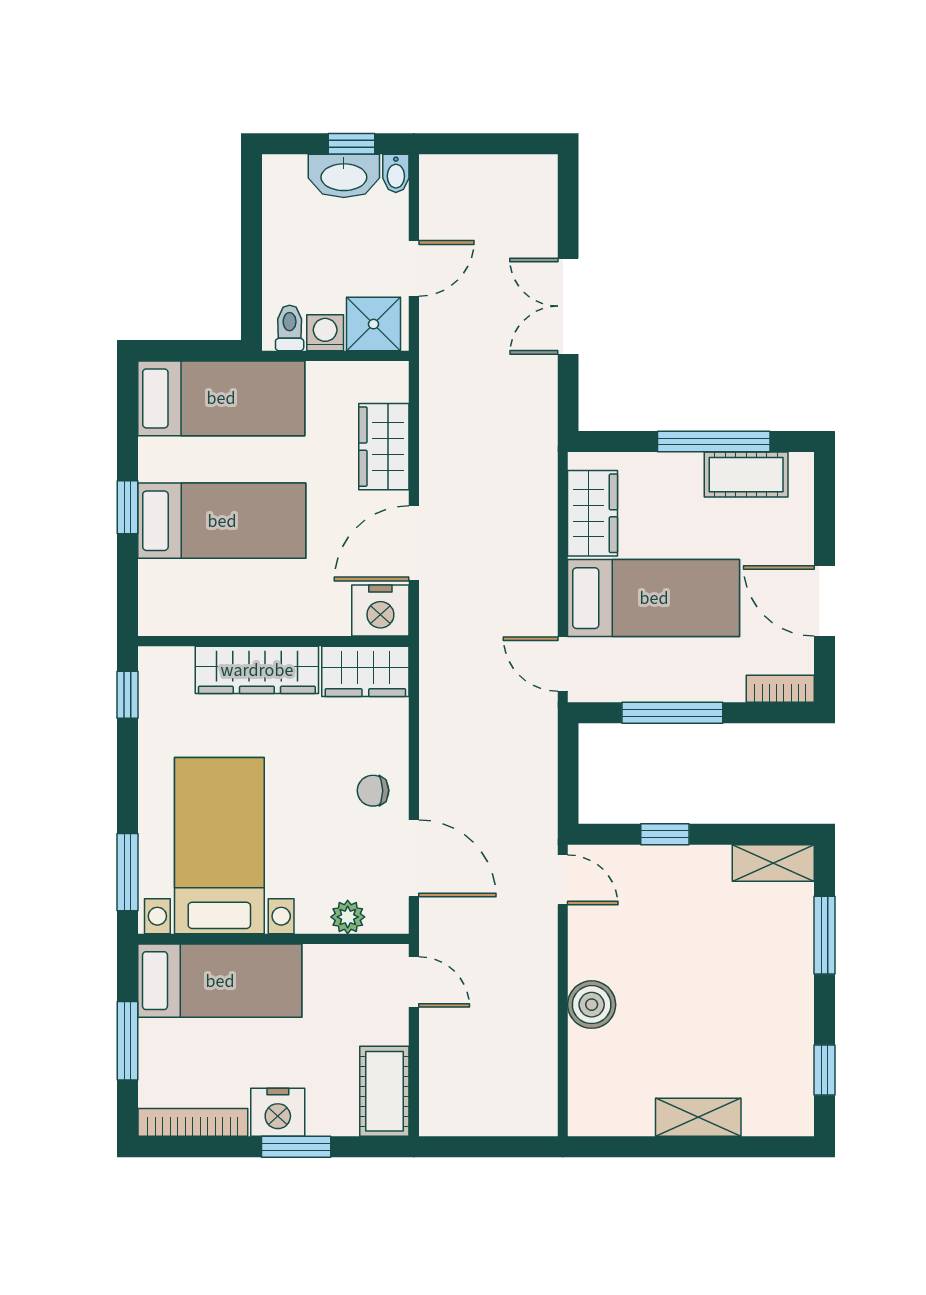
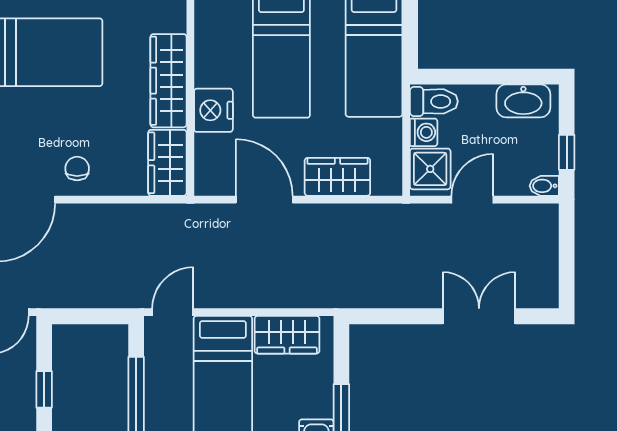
washbasin: (344, 176) -> (523, 101), moved, turned -90
door: (414, 268) -> (472, 200), swing flipped
double door: (568, 306) -> (479, 316), moved
toilet: (290, 328) -> (434, 101), width x1.37, depth x1.39
nightstand: (380, 611) -> (213, 110), moved

